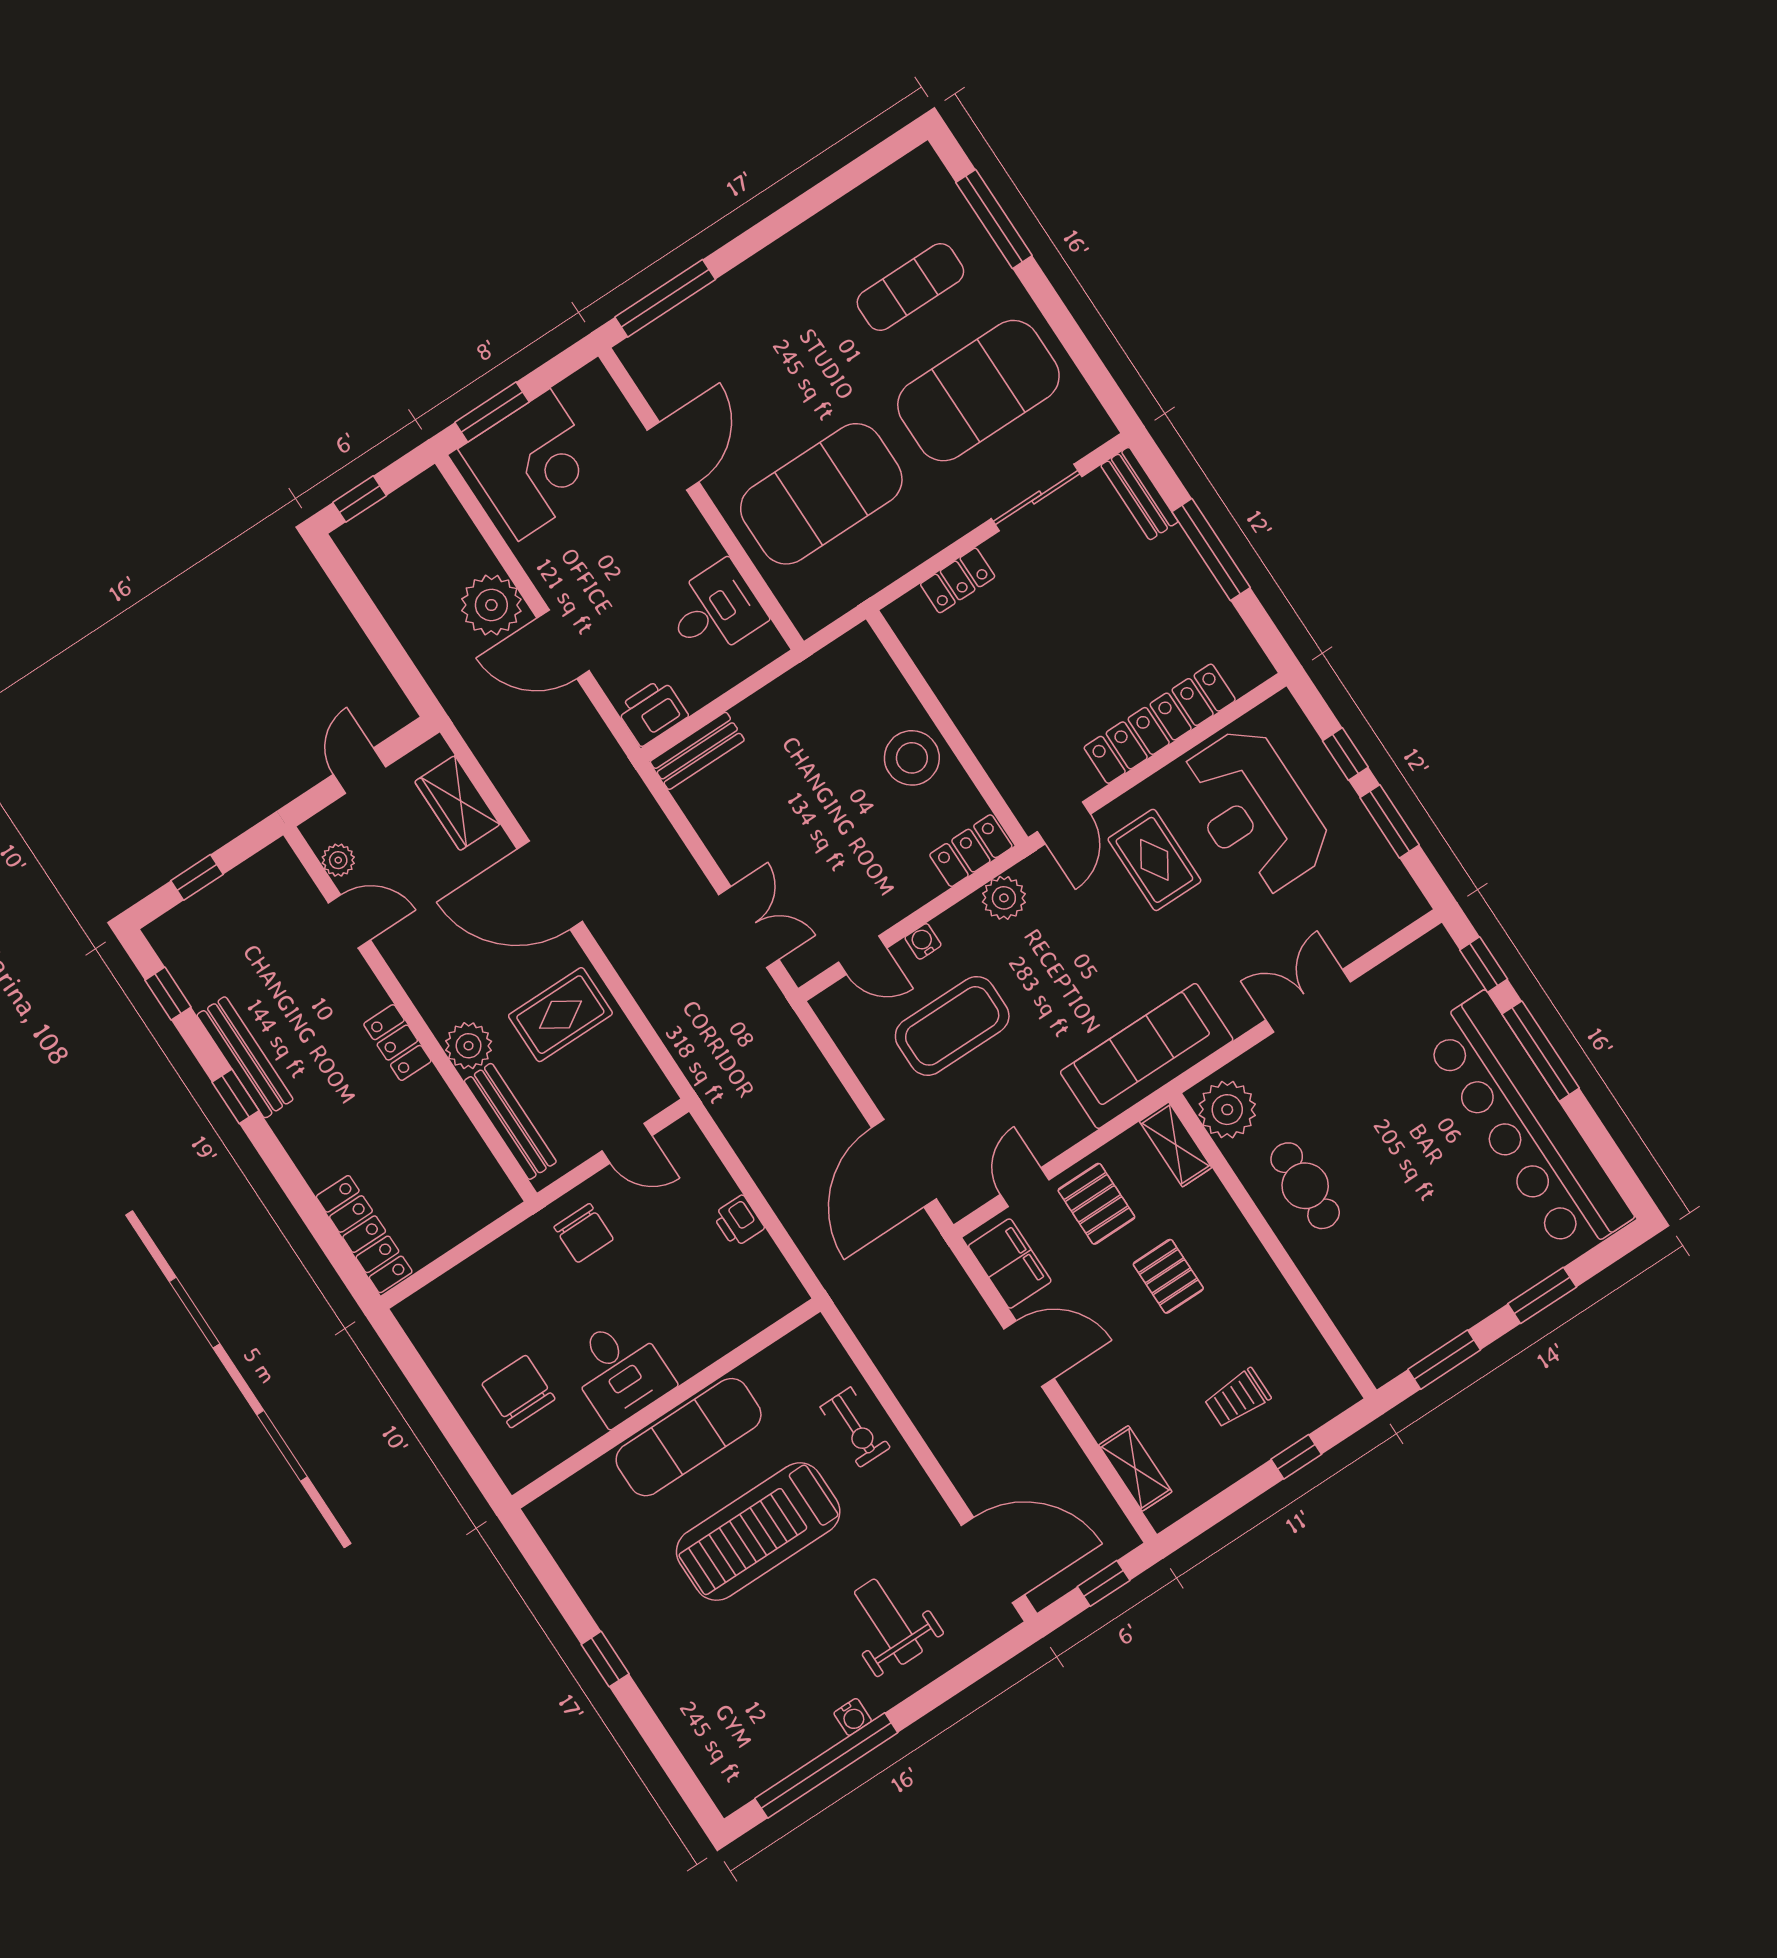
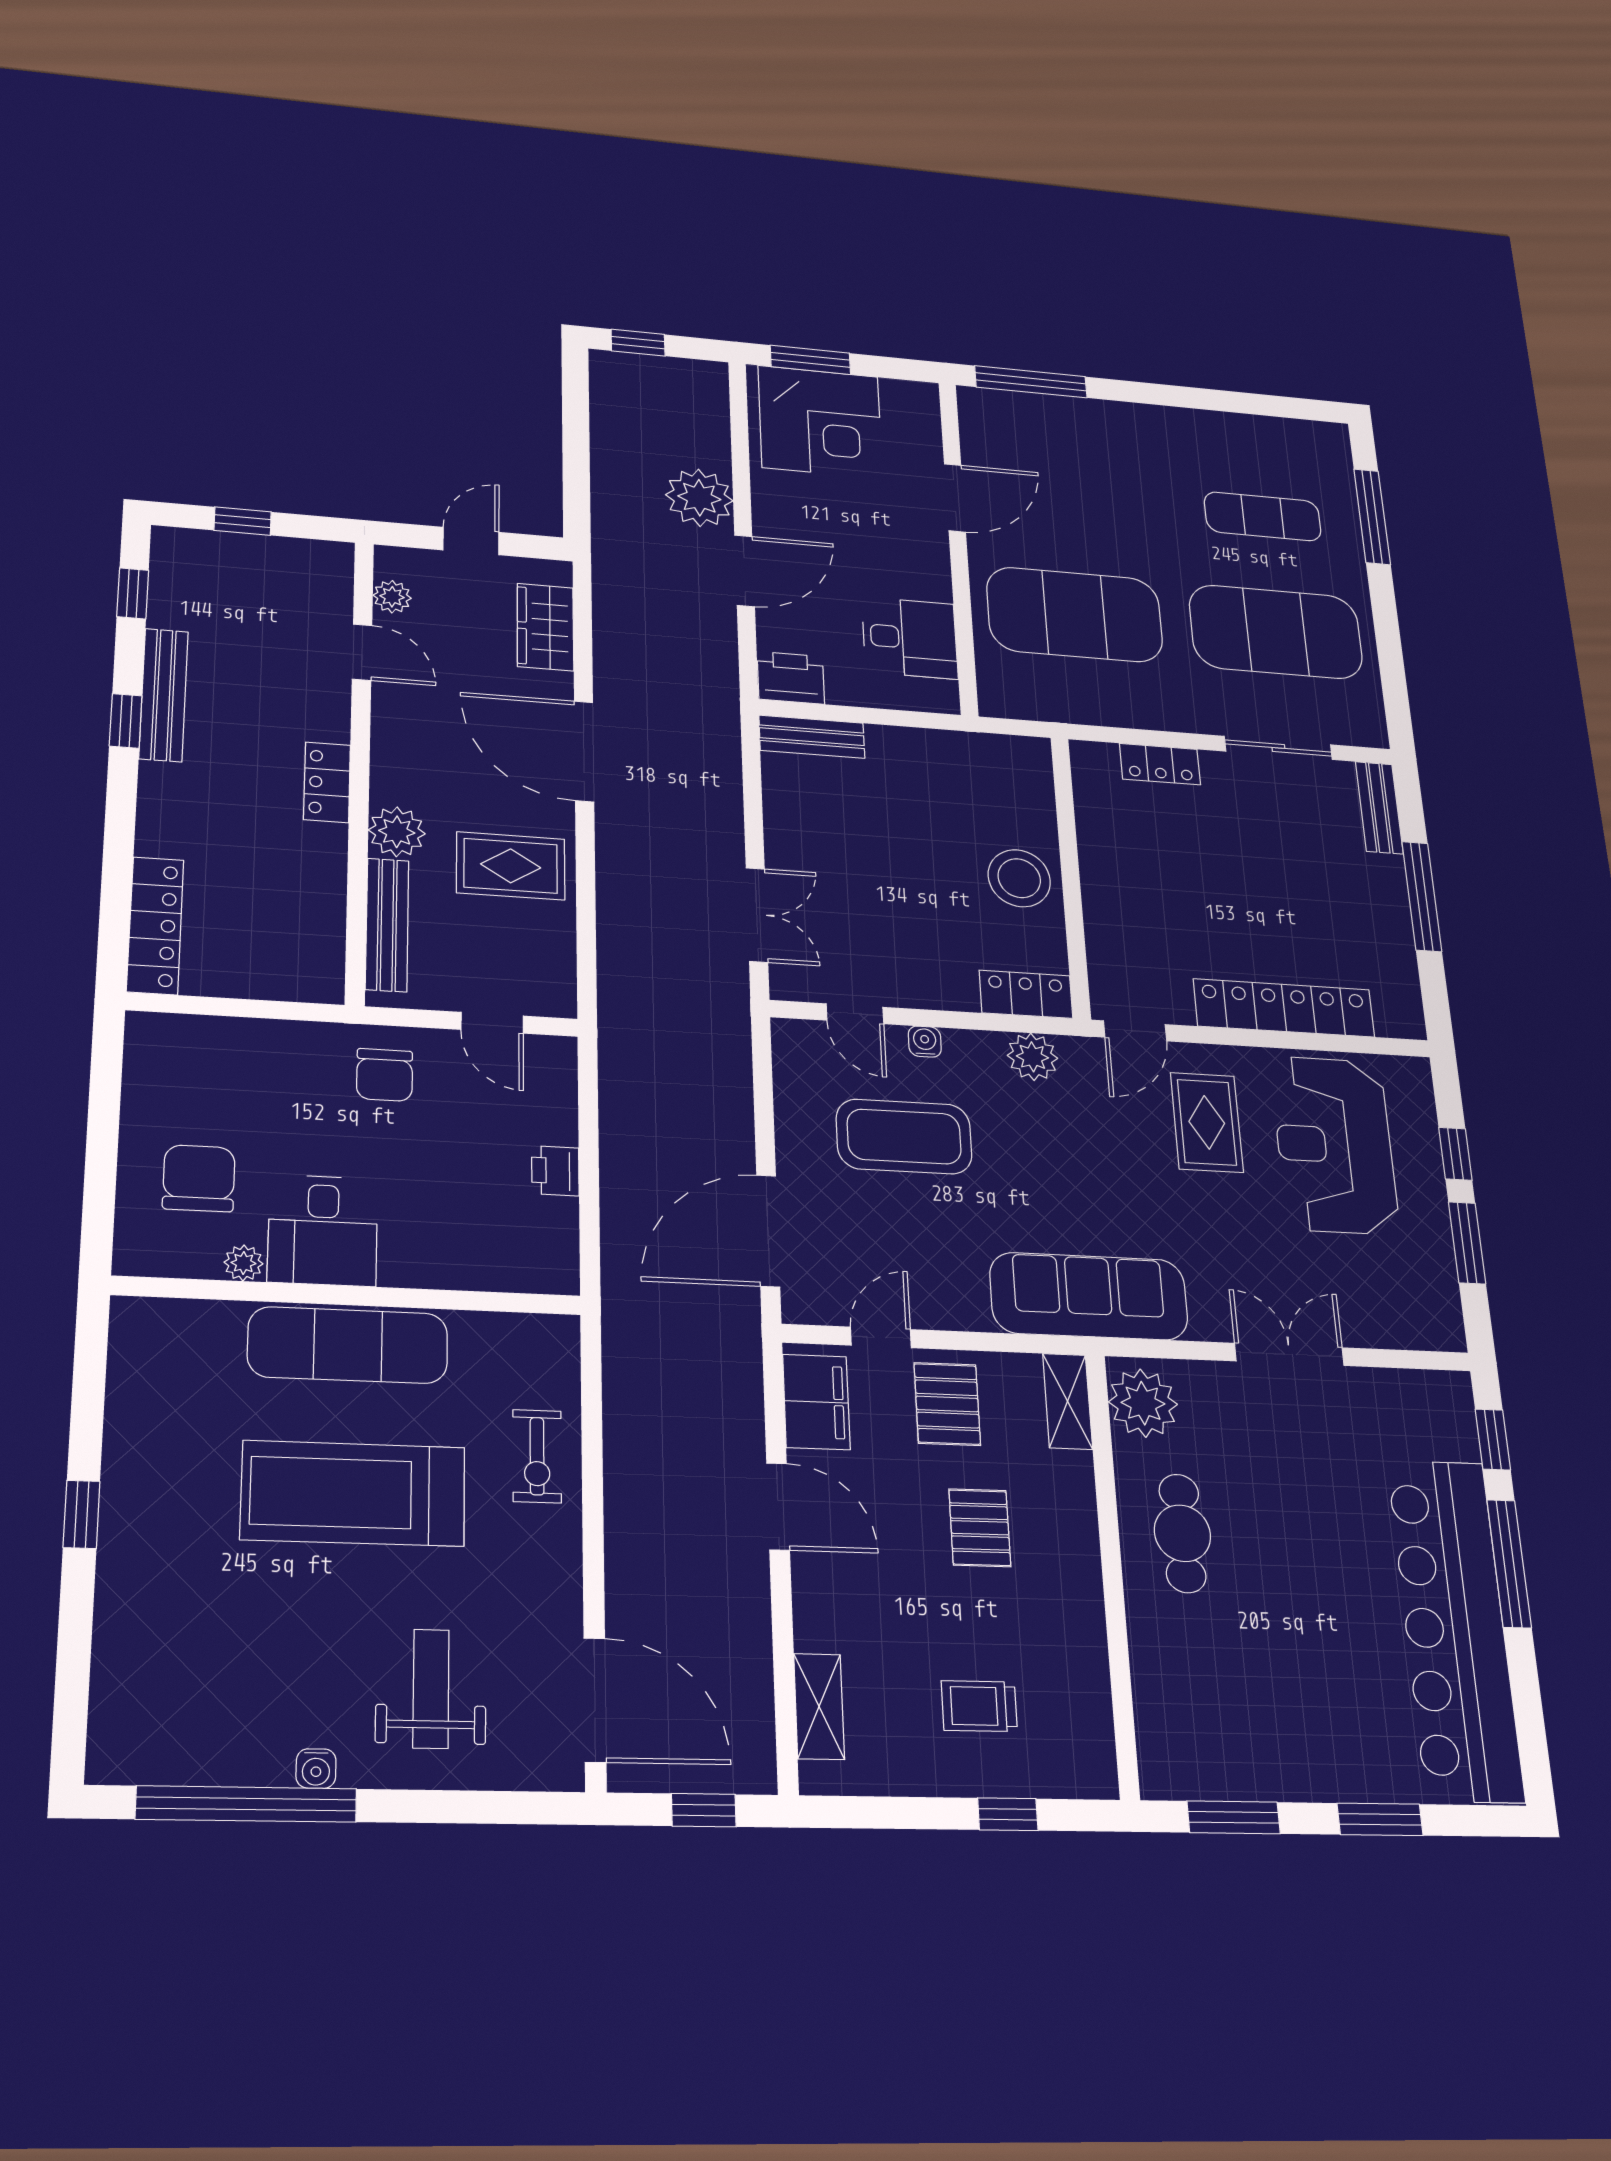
door: (563, 644) -> (745, 571), swing flipped
plant: (586, 1429) -> (243, 1263), added

